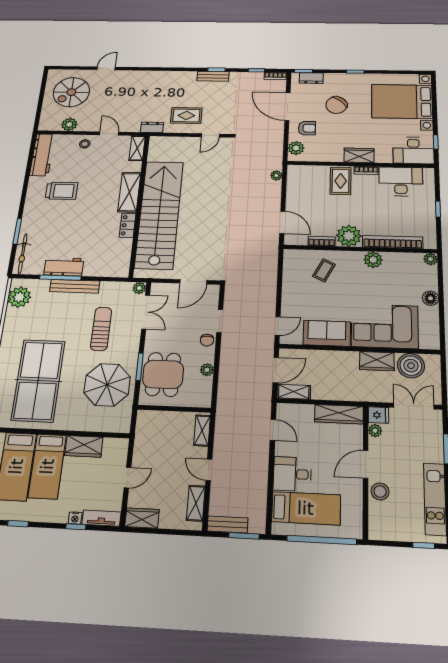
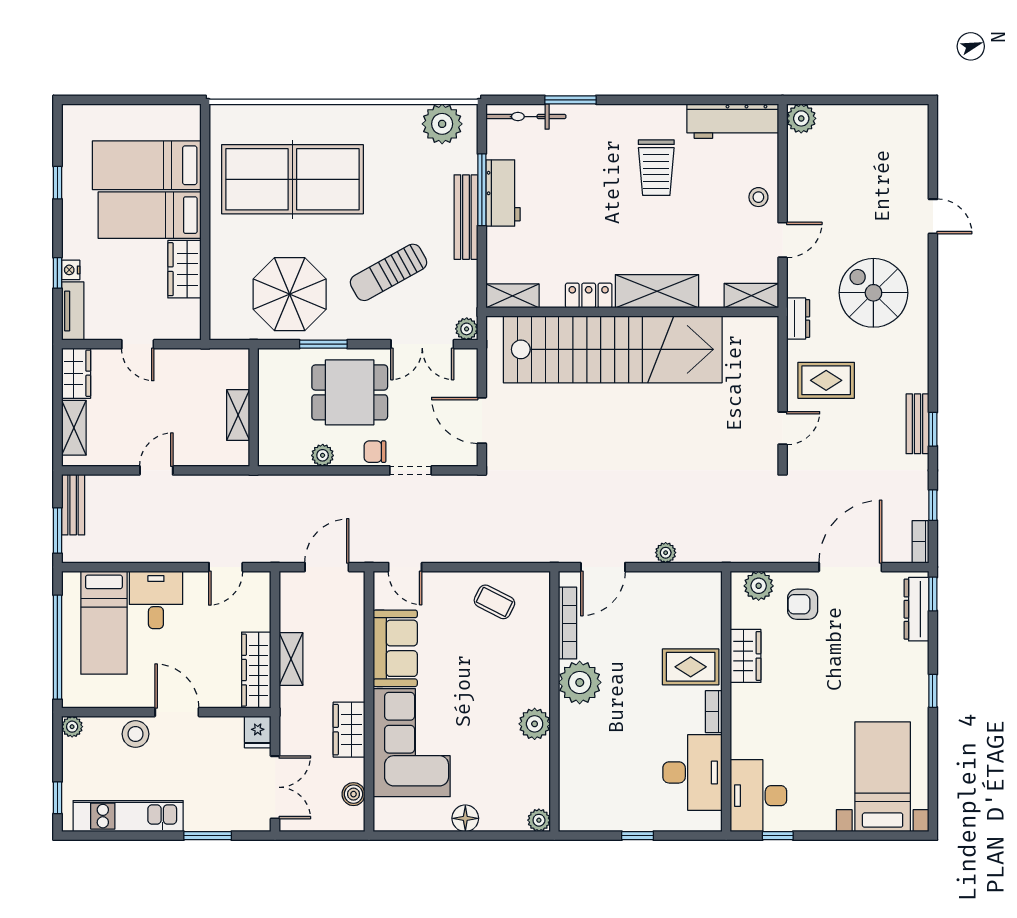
dresser: (311, 78) -> (917, 609), width x1.44
spiral stairs: (71, 92) -> (873, 293), moved
bed with nightstands: (402, 101) -> (883, 777), width x0.73
chair: (336, 105) -> (855, 657), removed
rug: (186, 115) -> (826, 380), turned 90
plant: (69, 124) -> (801, 118), moved
armchair: (307, 128) -> (803, 604), turned 90
door: (210, 135) -> (783, 428), swing flipped
wardrobe: (359, 155) -> (746, 656), moved
plant: (276, 175) -> (666, 553), moved
bookcase: (322, 241) -> (568, 623), width x1.56
bookcase: (393, 242) -> (570, 757), removed
shelving: (123, 264) -> (512, 296), added
coffee table: (324, 270) -> (494, 602), moved
sun lounger: (101, 329) -> (389, 272), turned 151
boiler: (411, 366) -> (354, 794), width x0.54, depth x0.54
door: (276, 370) -> (327, 567), swing flipped
dining table: (163, 374) -> (350, 392), moved
shelving: (294, 392) -> (291, 659), moved
shelving: (202, 431) -> (238, 415), moved, turned 90
plant: (375, 431) -> (72, 727), moved
shelving: (196, 503) -> (74, 428), moved, turned 90

